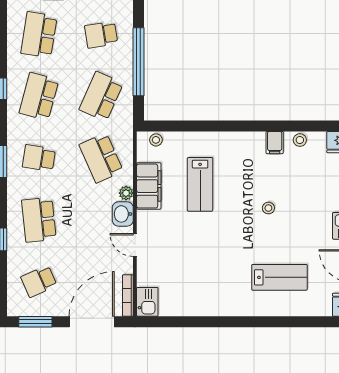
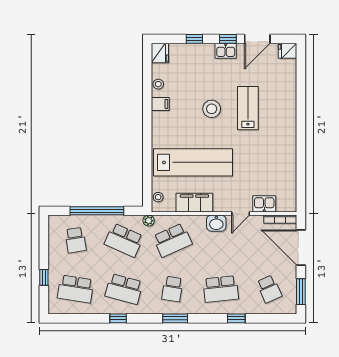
lab bench: (200, 184) -> (193, 162), width x1.86, depth x1.39
plant: (126, 193) -> (149, 221), moved
stool: (268, 208) -> (212, 109), width x1.89, depth x1.89
lab bench: (279, 277) -> (248, 108), moved
kitchen sink: (147, 302) -> (264, 204), moved

